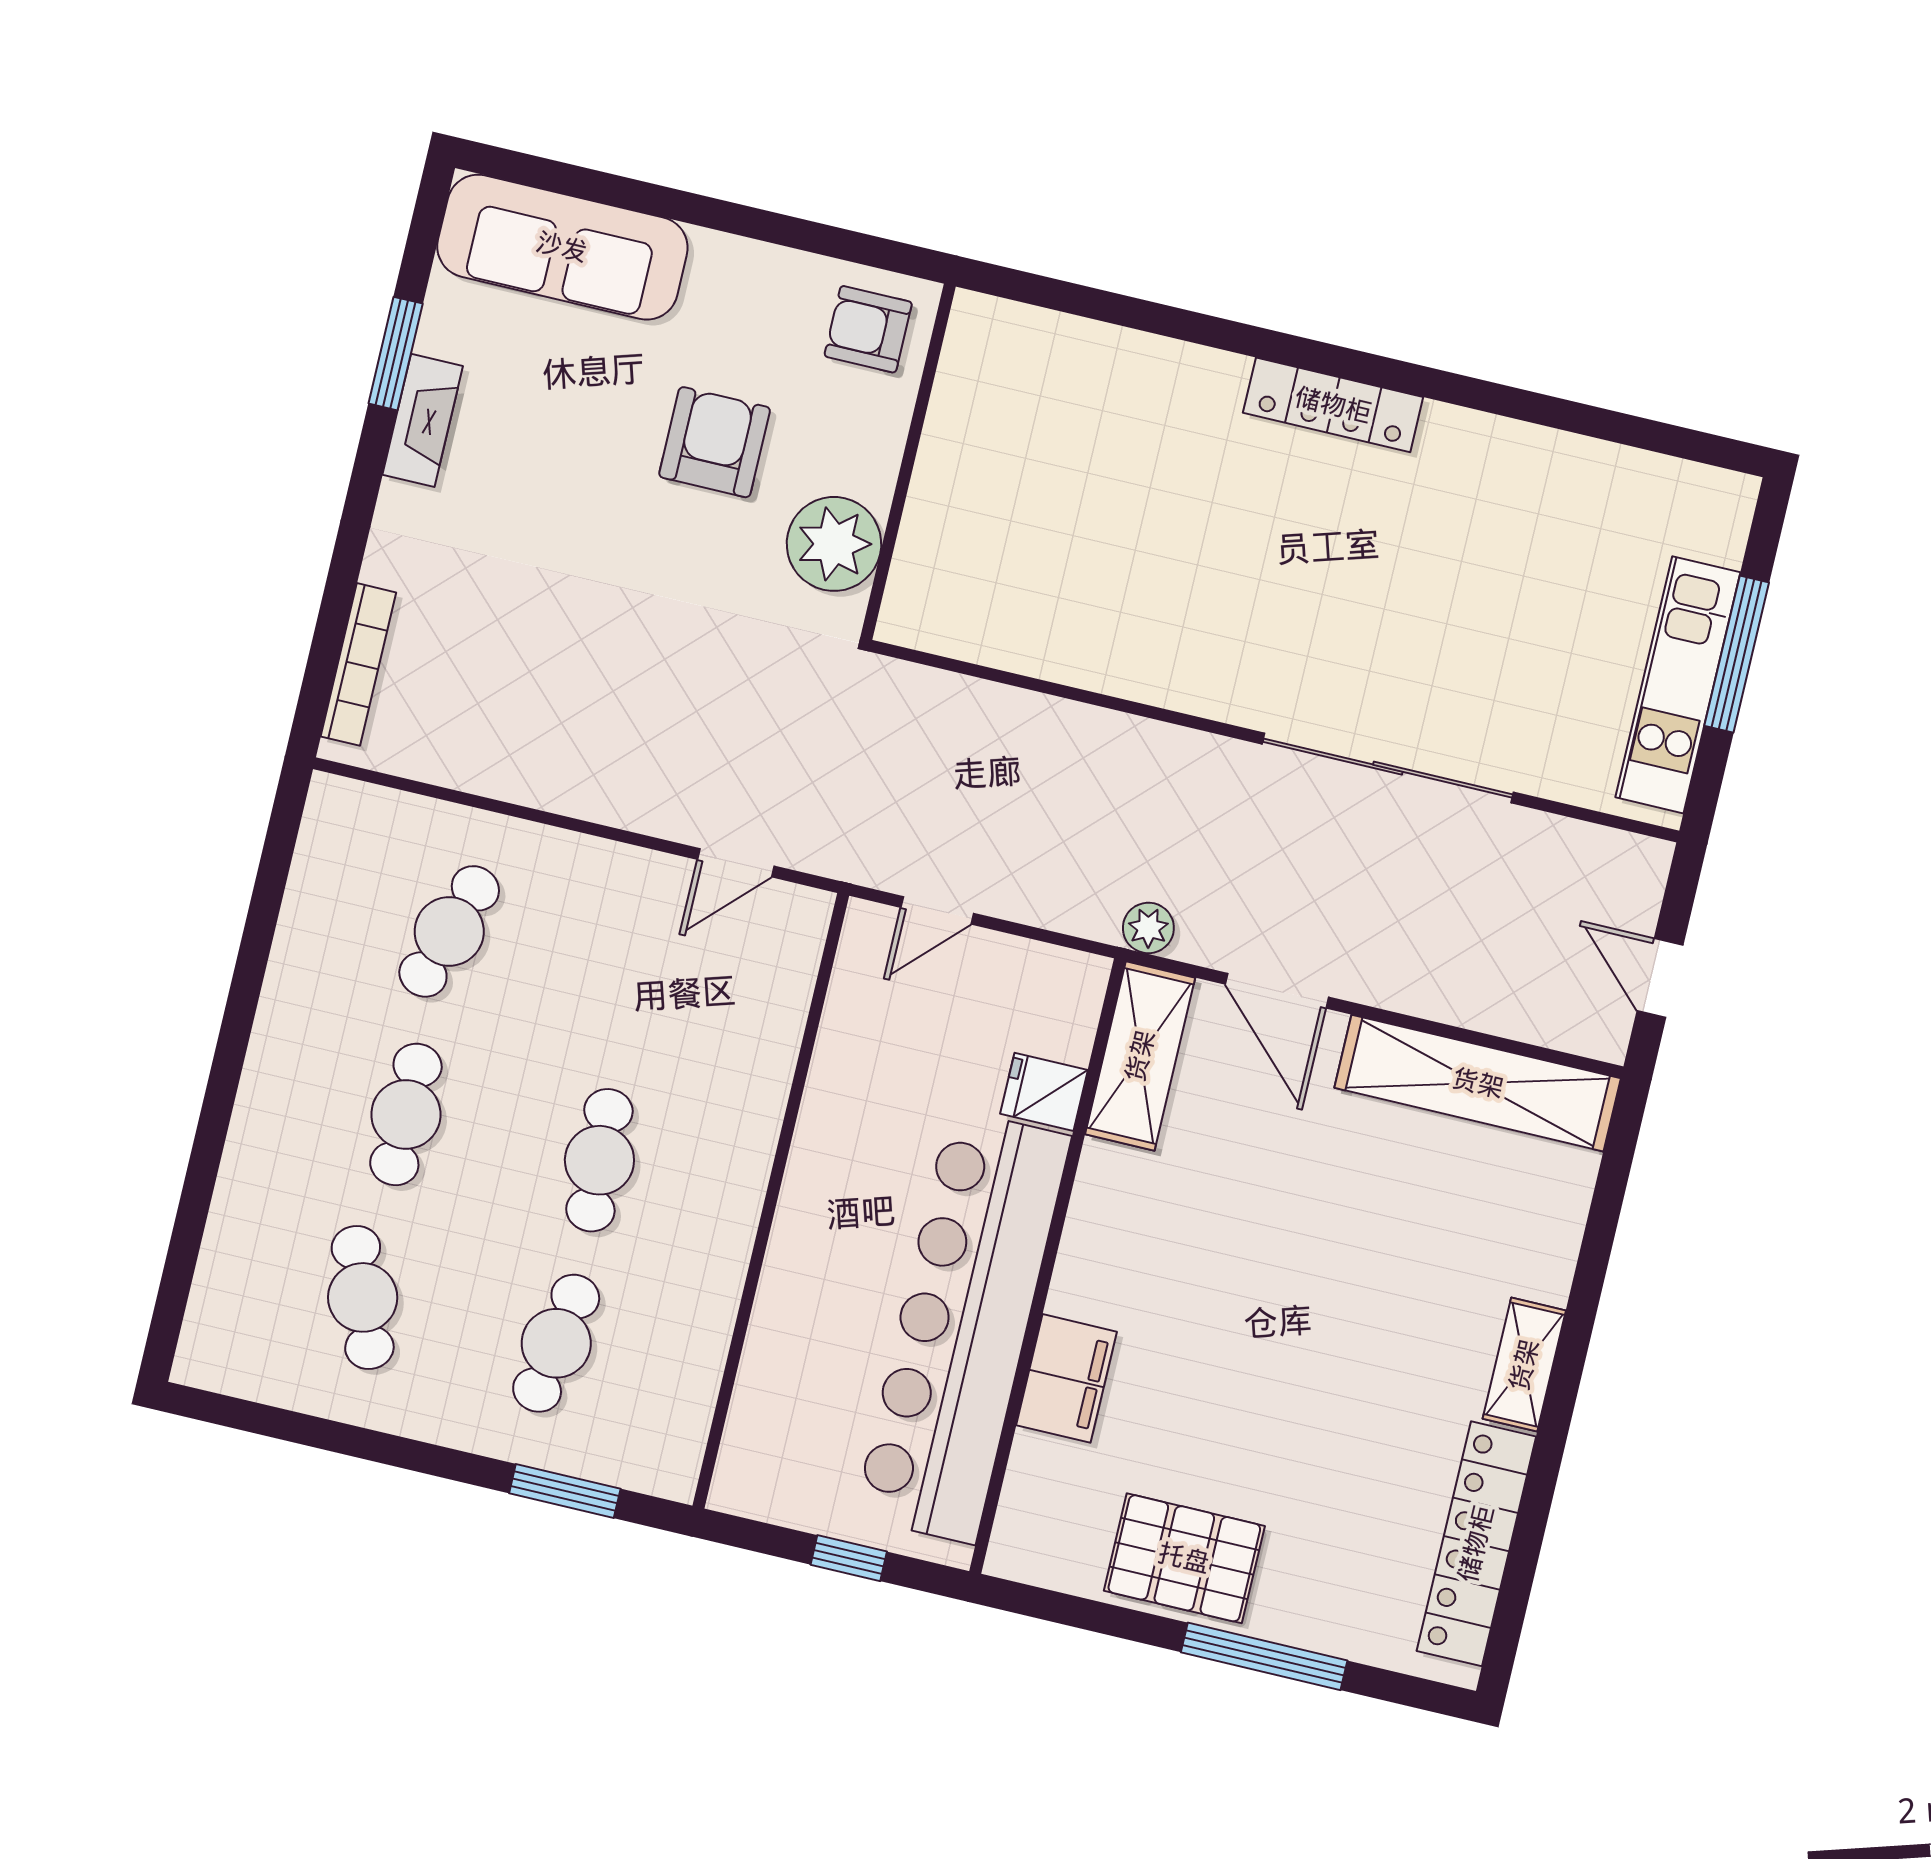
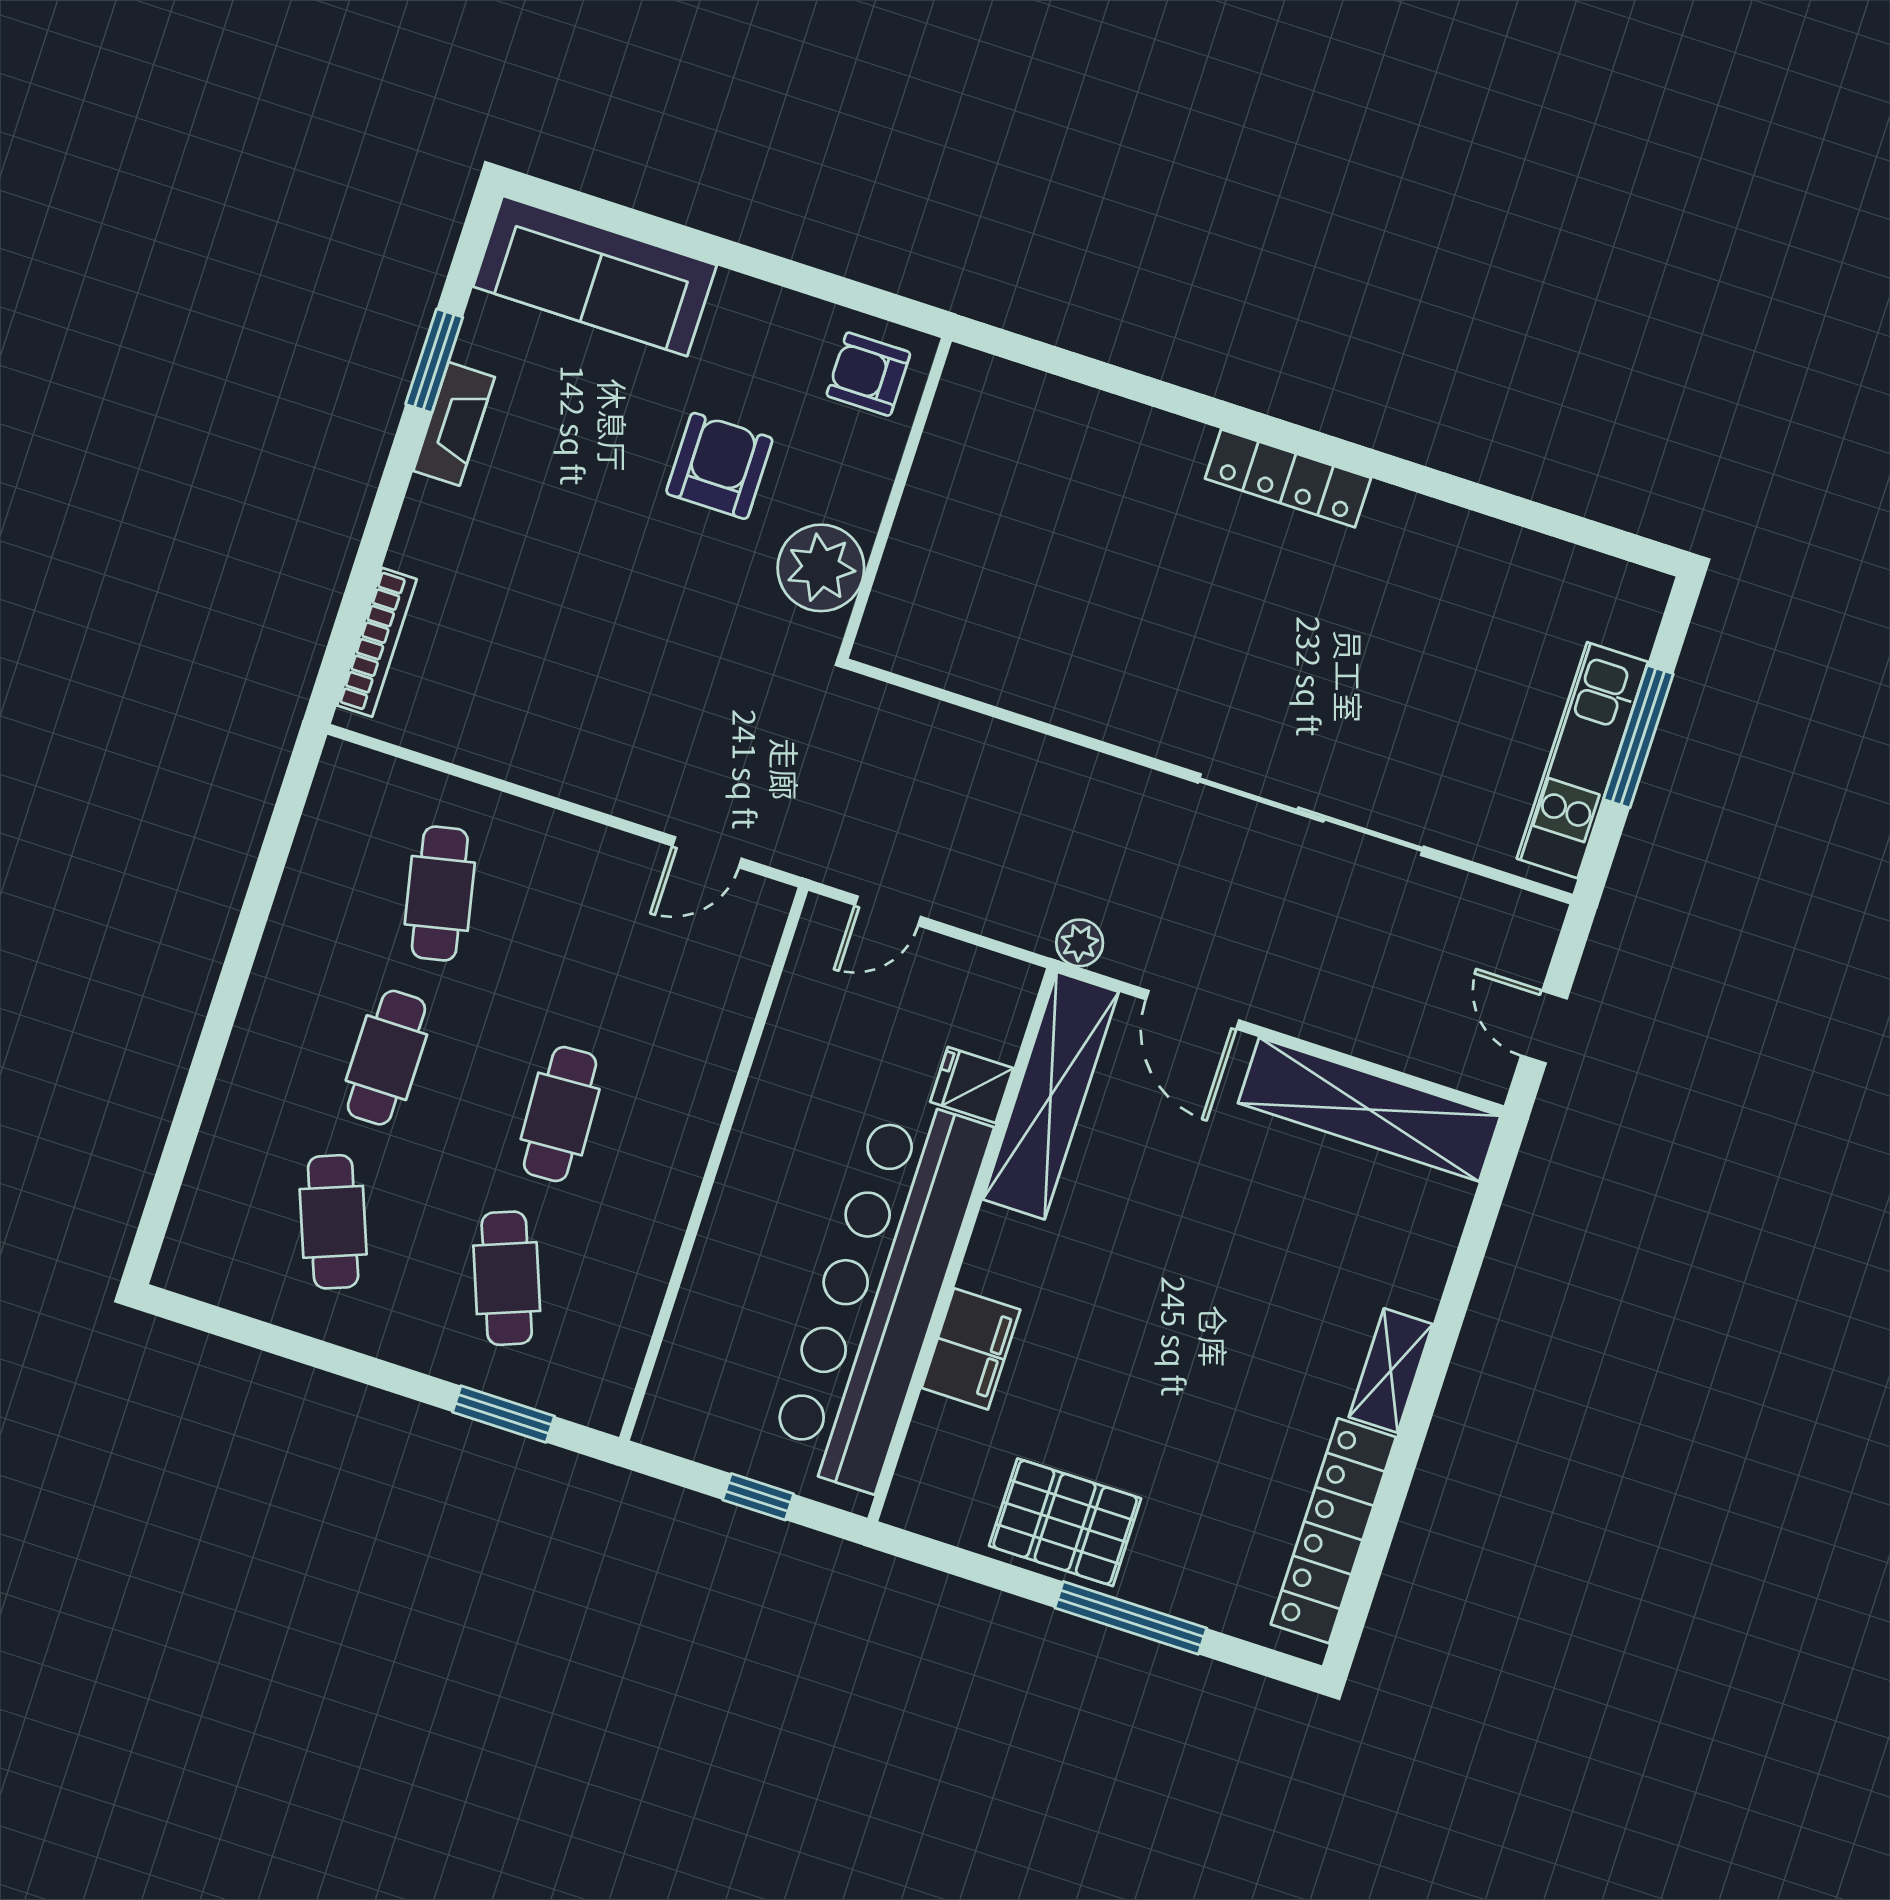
cafe table: (449, 931) -> (440, 893), turned -30
shelving: (1140, 1056) -> (1051, 1096), width x1.47
cafe table: (556, 1343) -> (507, 1278), turned -30

